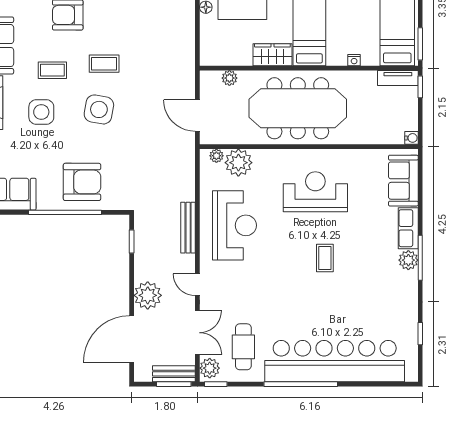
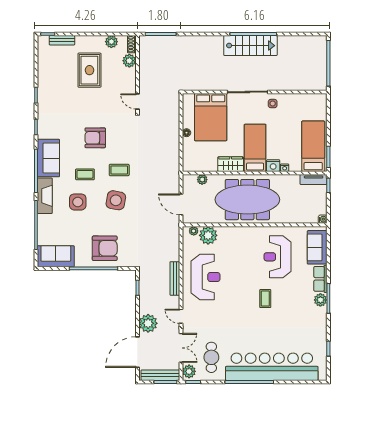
nightstand: (337, 57) -> (273, 166), added
reception desk: (315, 192) -> (278, 257), moved, turned -90
bench: (174, 374) -> (160, 375), width x1.36

